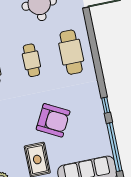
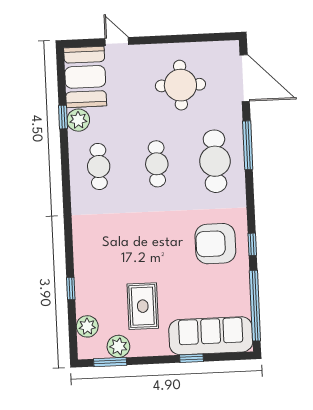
window: (92, 38) -> (248, 145), added
armchair: (53, 120) -> (215, 244), moved, turned 152

